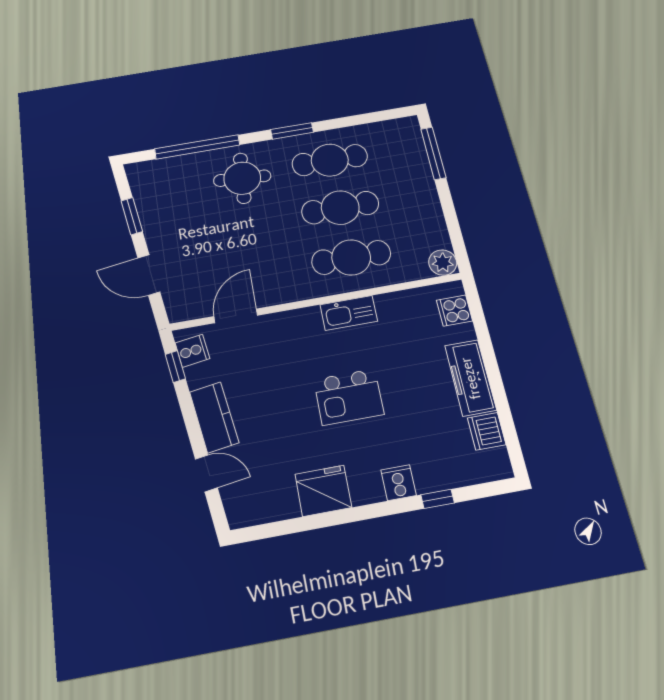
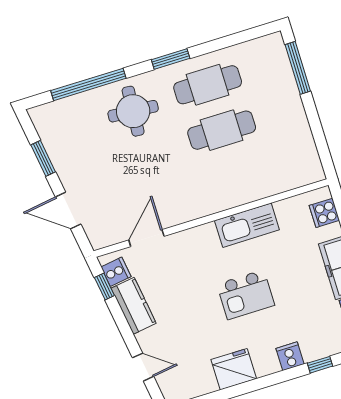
cafe table: (351, 257) -> (236, 175), removed
plant: (443, 262) -> (312, 171), removed
kitchen sink: (349, 313) -> (247, 225), width x1.36, depth x1.24
kitchen counter: (214, 417) -> (134, 306), moved

